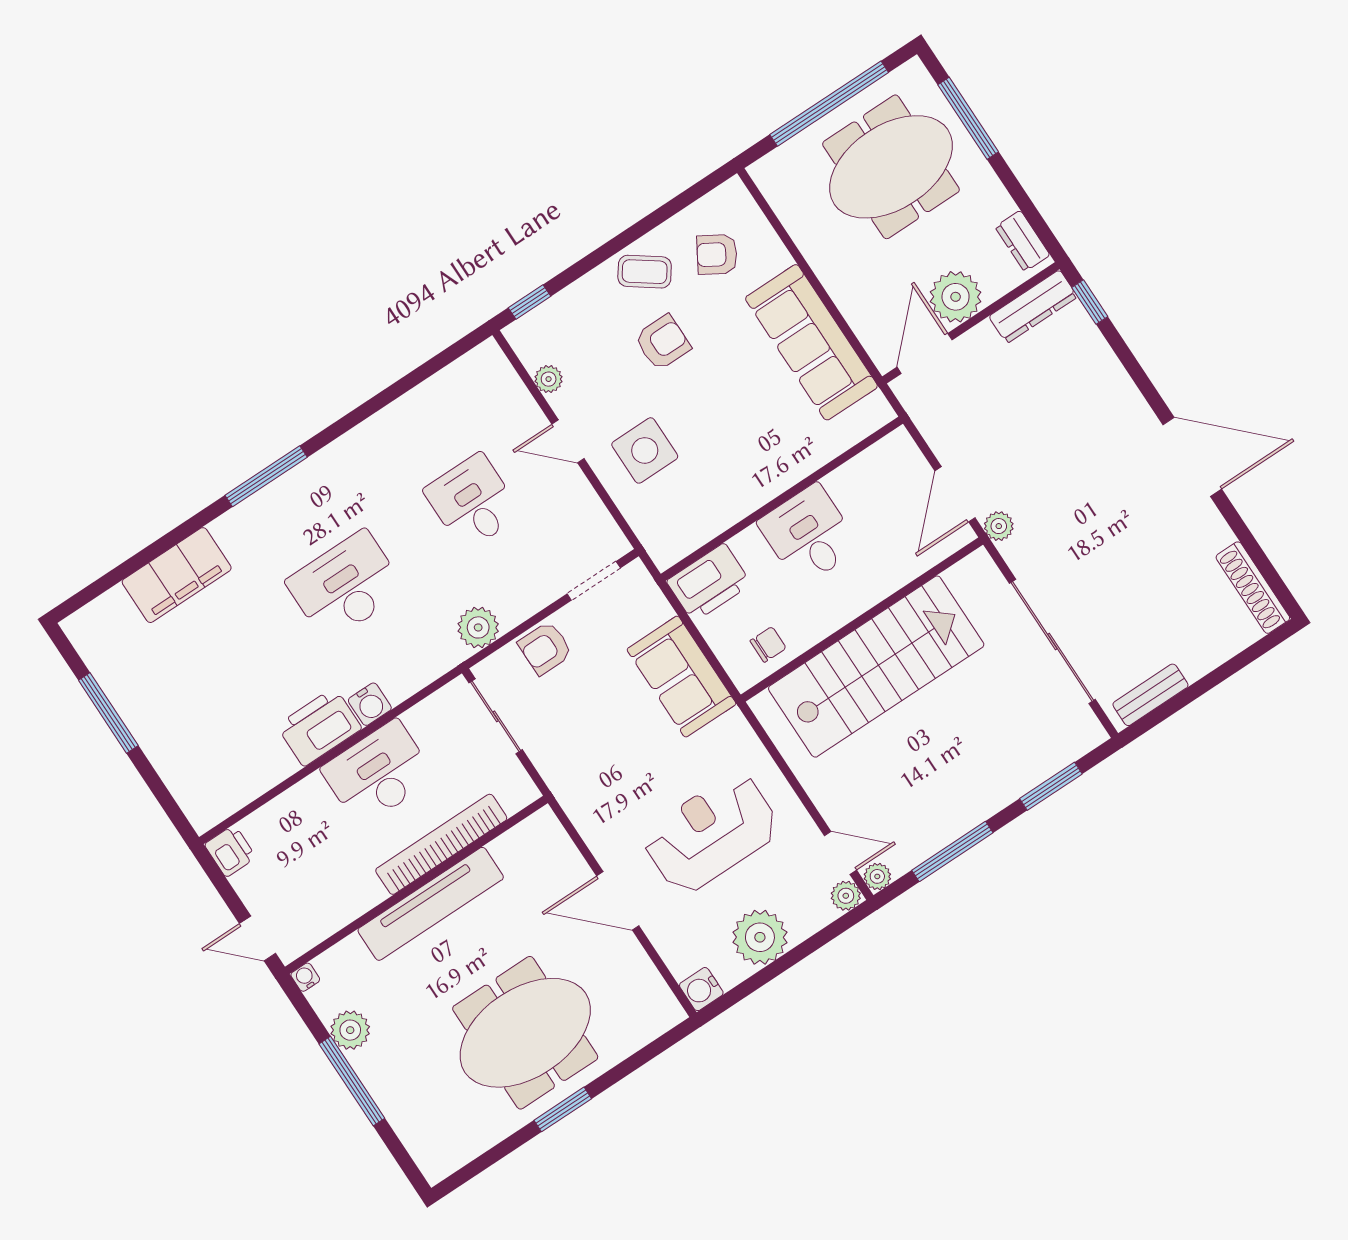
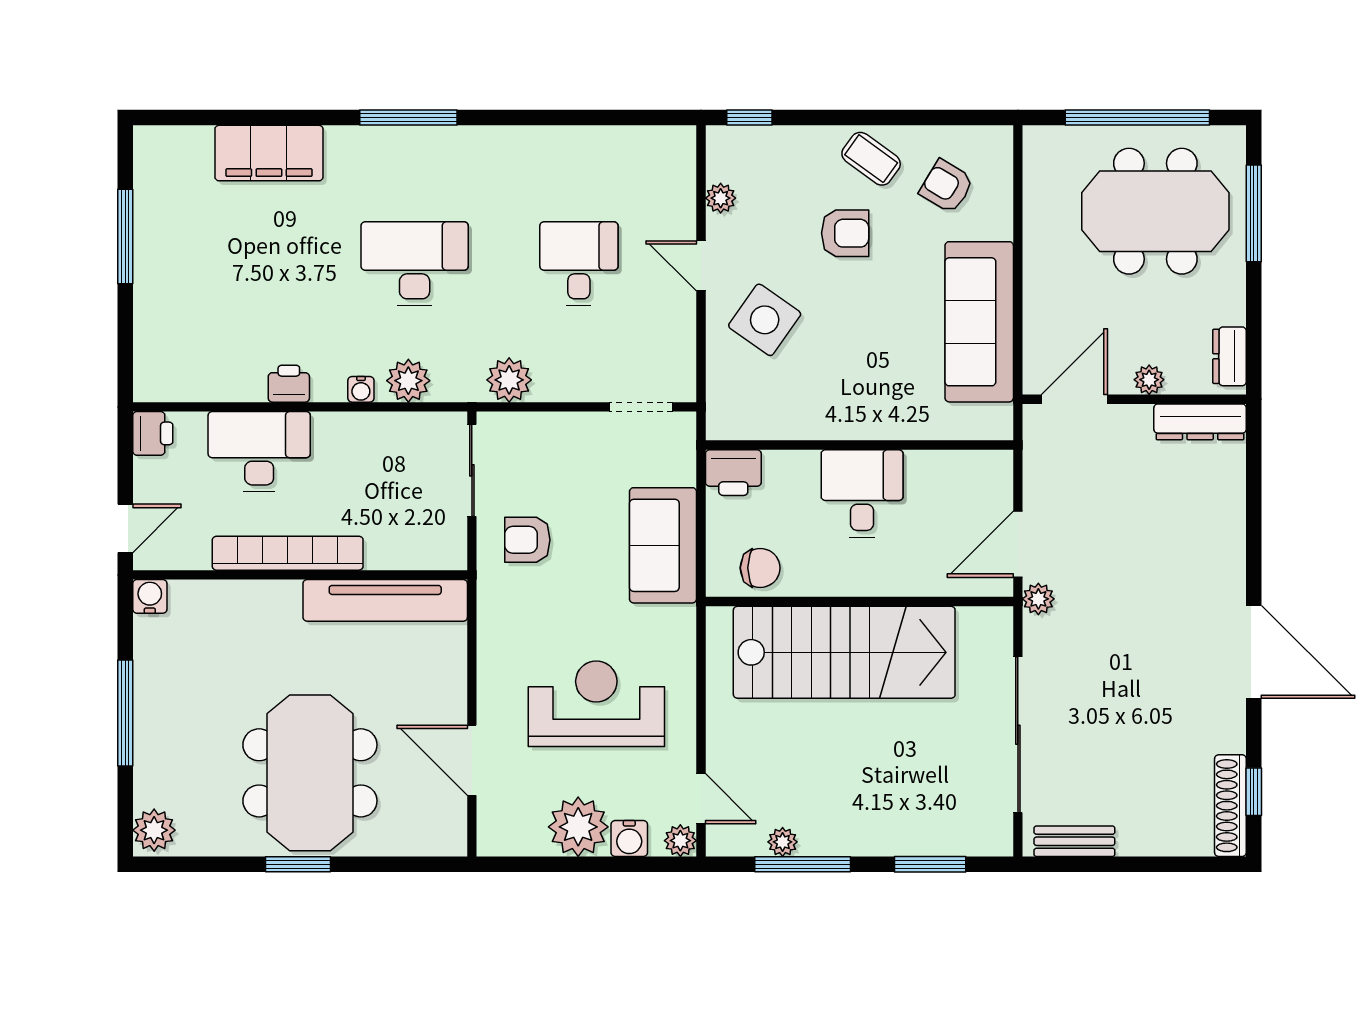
plant: (956, 297) -> (1149, 380), width x0.53, depth x0.53
window: (1090, 302) -> (1254, 792), moved
side table: (645, 450) -> (765, 320), turned 35
printer: (709, 583) -> (733, 473), width x0.73, depth x0.84
chair: (768, 644) -> (760, 568), width x1.37, depth x1.37
armchair: (545, 648) -> (527, 540), moved
plant: (401, 680) -> (408, 381), added
water cooler: (370, 704) -> (361, 389), width x0.72, depth x0.72
printer: (319, 727) -> (289, 384), width x0.53, depth x0.68
desk: (378, 773) -> (259, 451), moved
bookcase: (441, 844) -> (288, 553), moved
plant: (877, 876) -> (783, 842), moved
door: (618, 901) -> (472, 760), moved
tv unit: (431, 904) -> (385, 600), moved
door: (258, 938) -> (125, 528), swing flipped
water cooler: (305, 977) -> (150, 596), width x1.38, depth x1.38
water cooler: (701, 989) -> (629, 839), moved, turned -90
plant: (350, 1030) -> (154, 830), moved
meeting table: (525, 1033) -> (310, 773), turned 90

